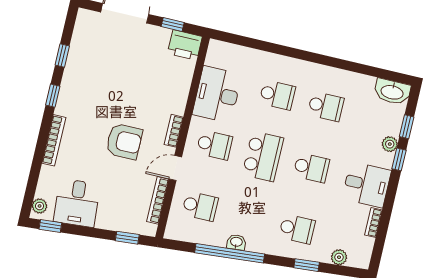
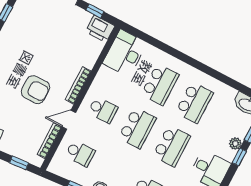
desk: (217, 94) -> (125, 53), moved
school desk: (277, 95) -> (160, 85), width x1.85
school desk: (326, 106) -> (194, 103), width x1.85
bookcase: (174, 131) -> (78, 85), width x1.56
school desk: (311, 168) -> (172, 146), width x1.85

